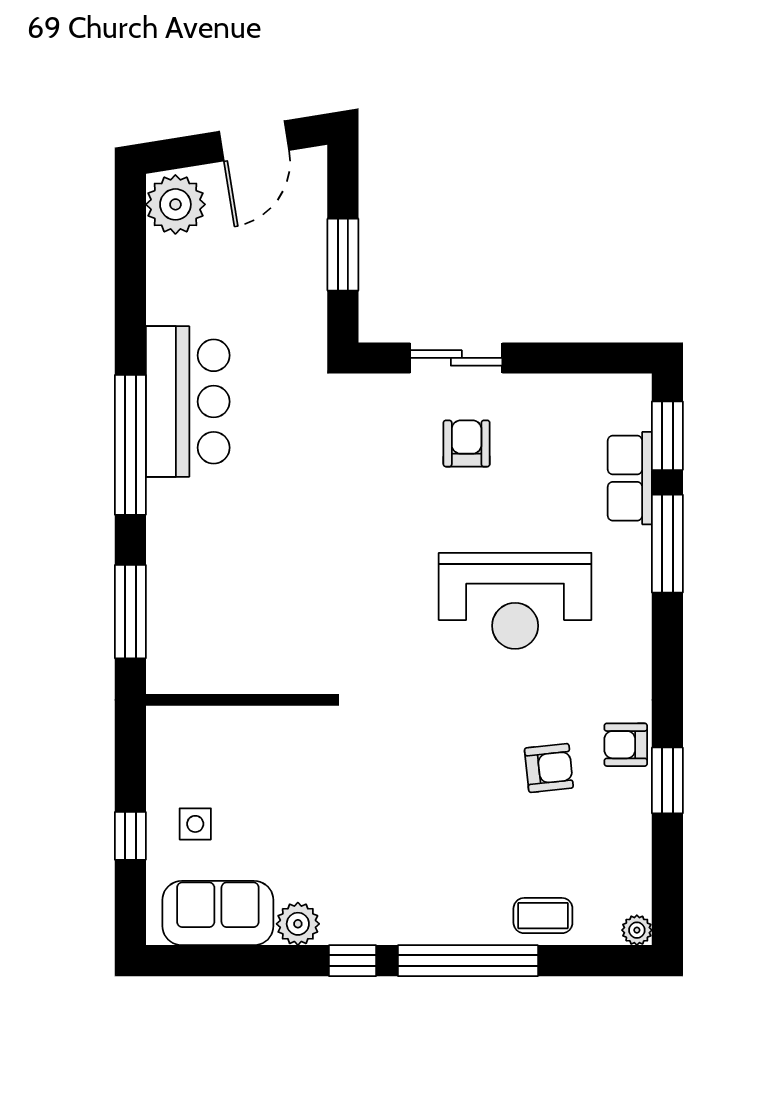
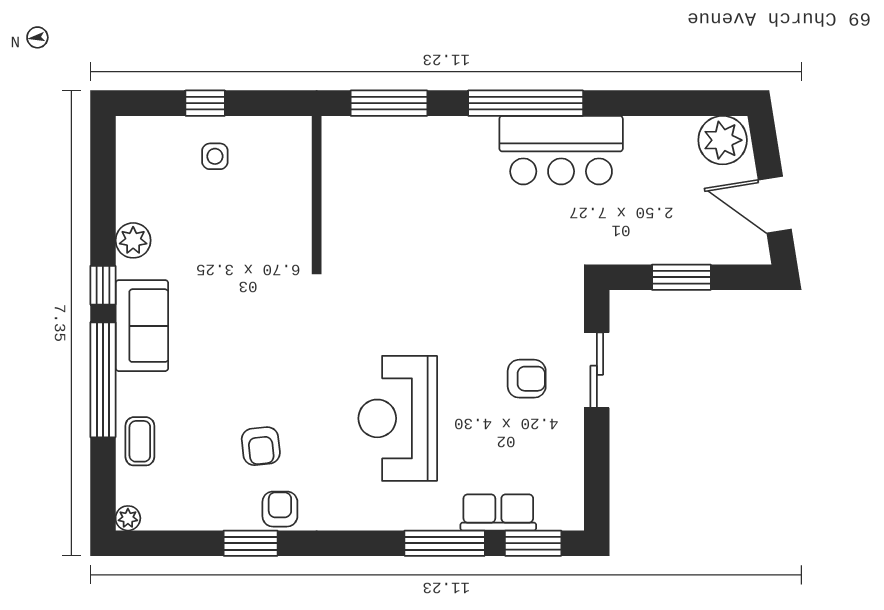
sofa: (218, 913) -> (142, 326), moved

